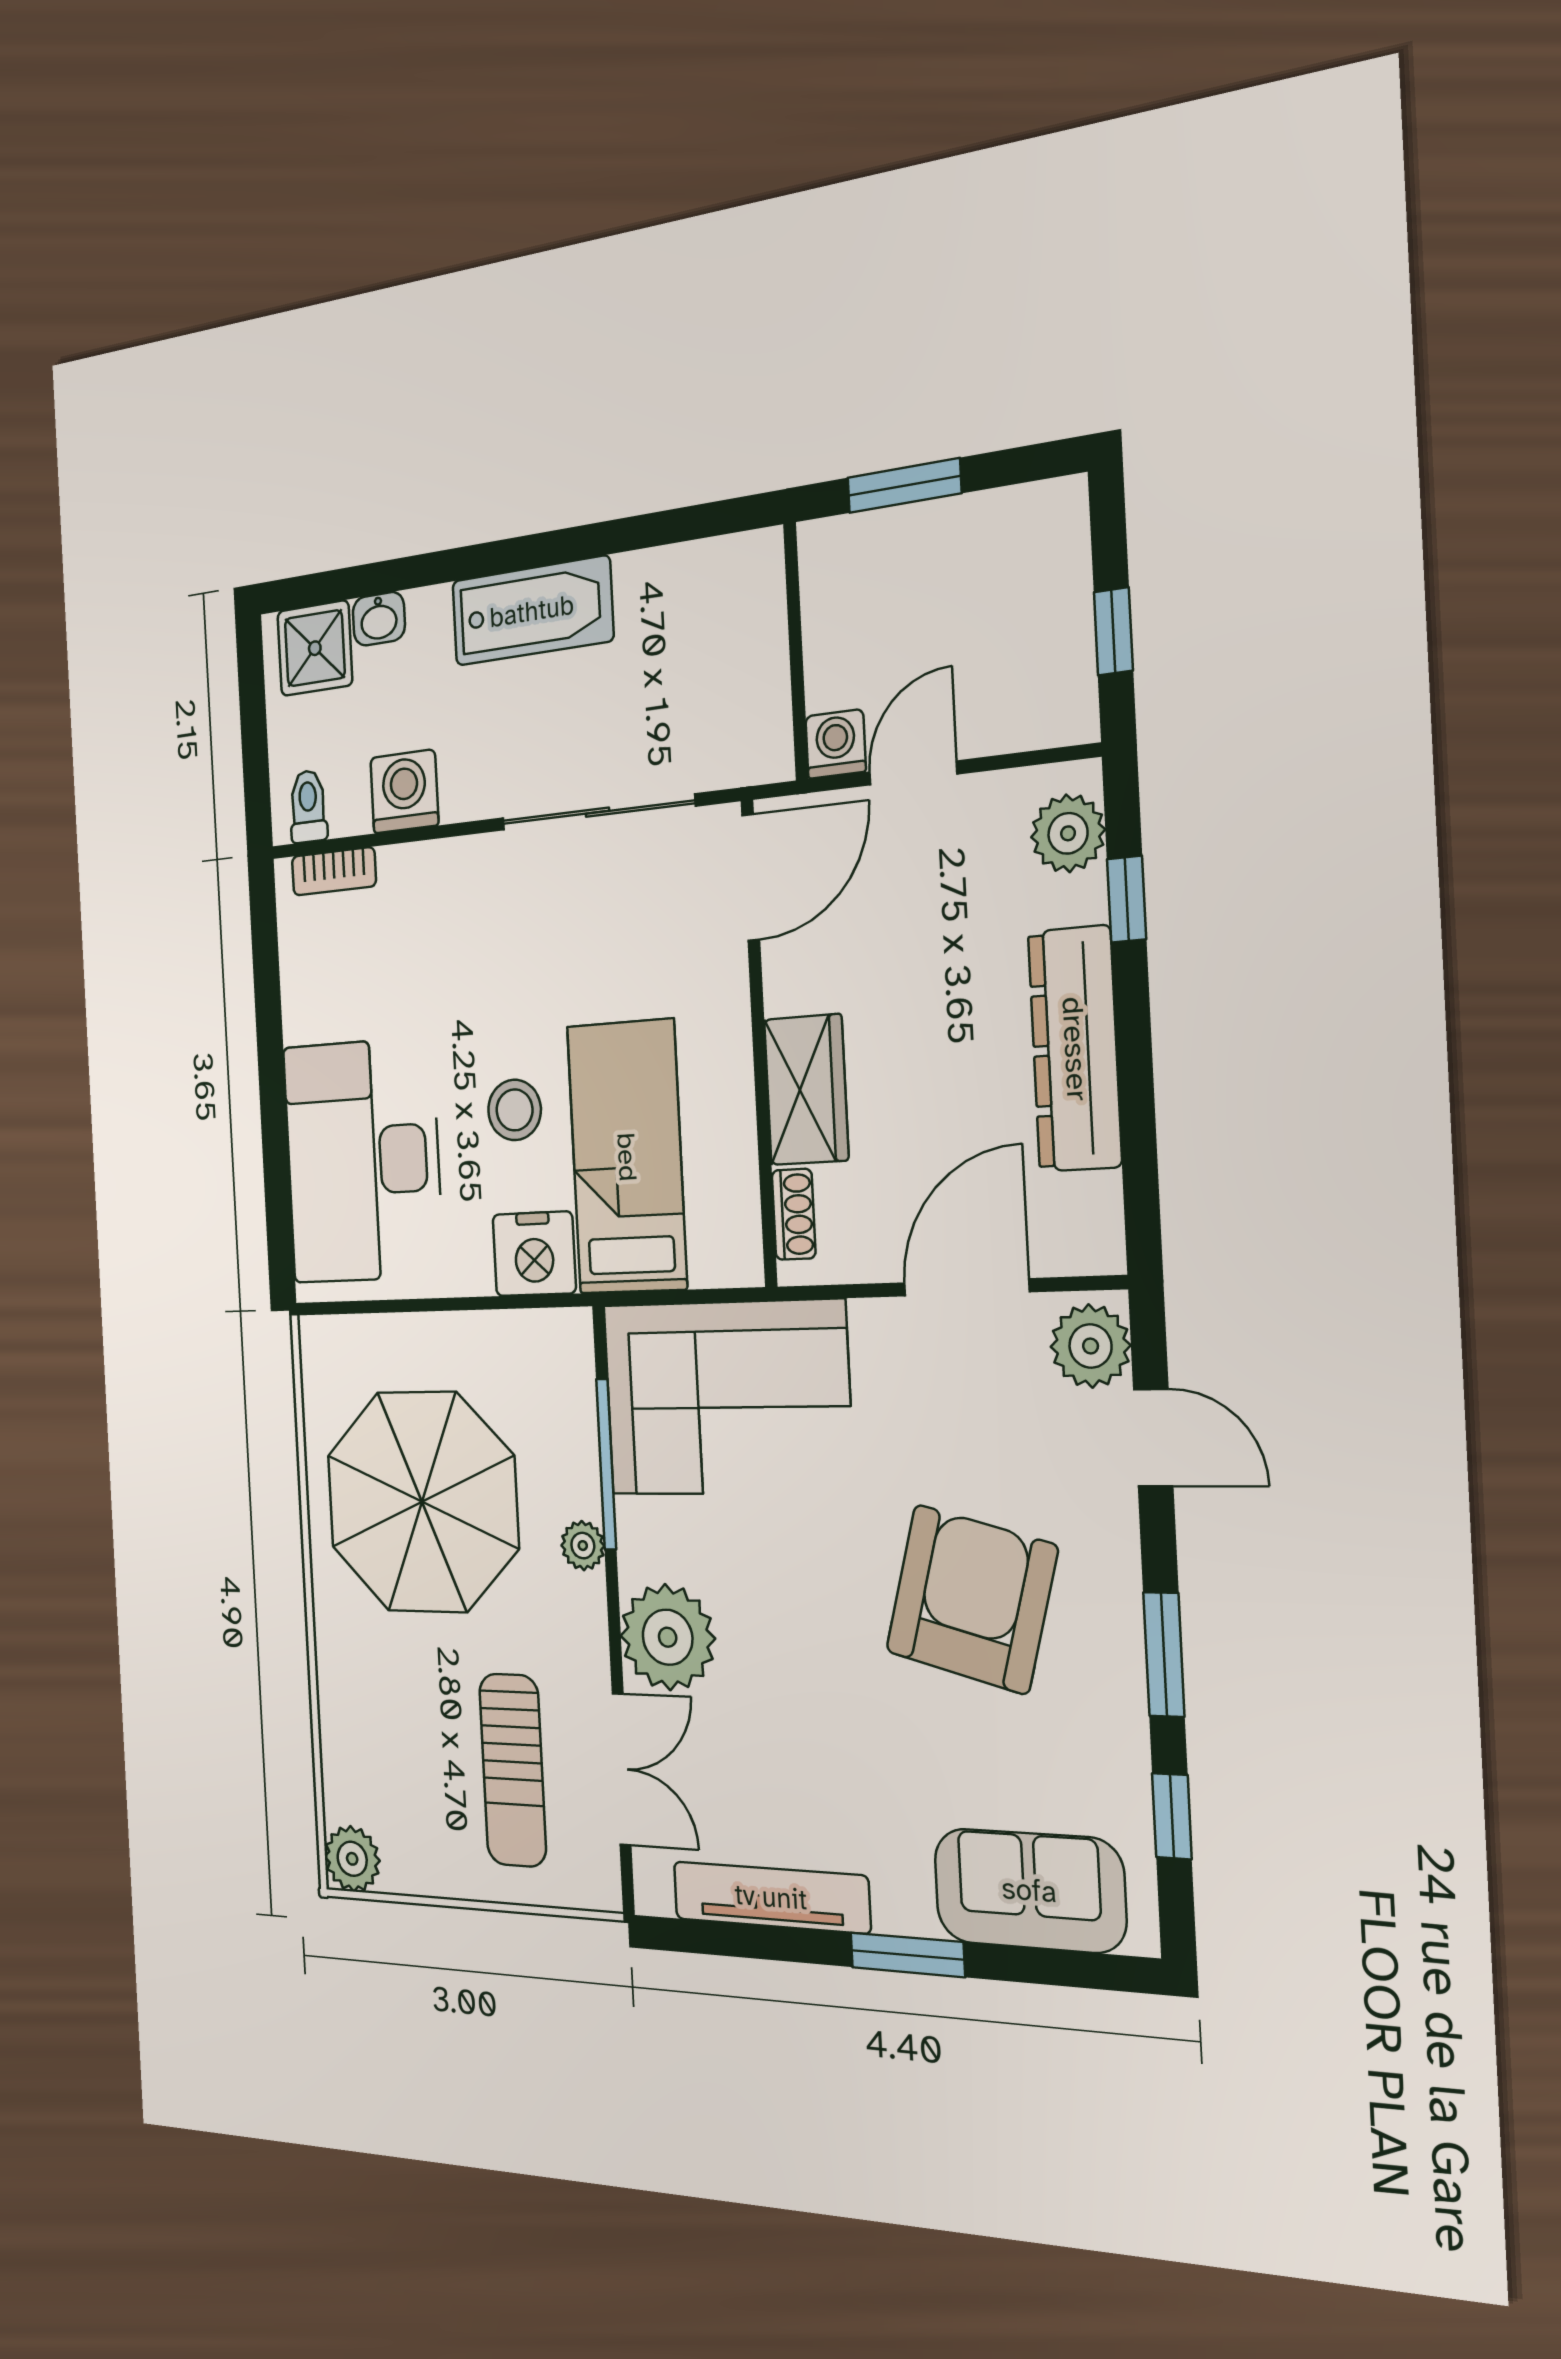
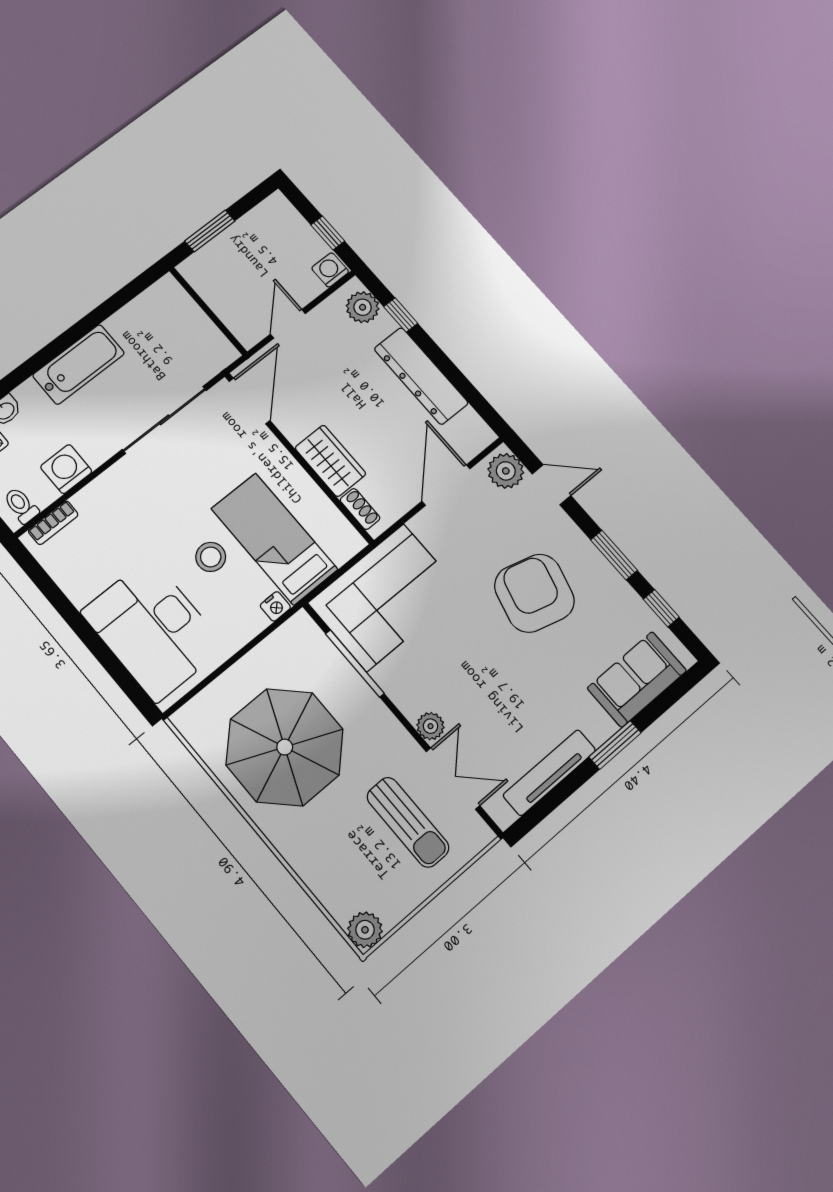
washing machine: (836, 744) -> (330, 270), moved
nightstand: (534, 1254) -> (275, 606), width x0.53, depth x0.56
plant: (583, 1546) -> (369, 704), removed
plant: (668, 1637) -> (430, 726), width x0.53, depth x0.53

